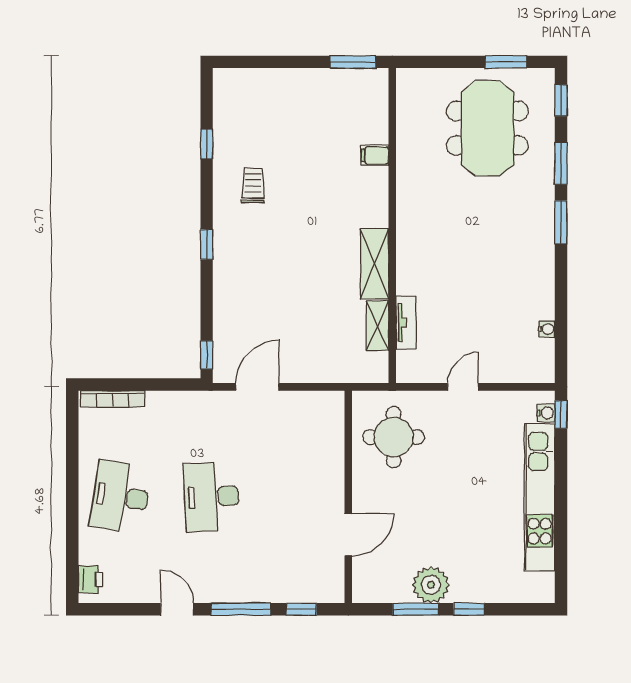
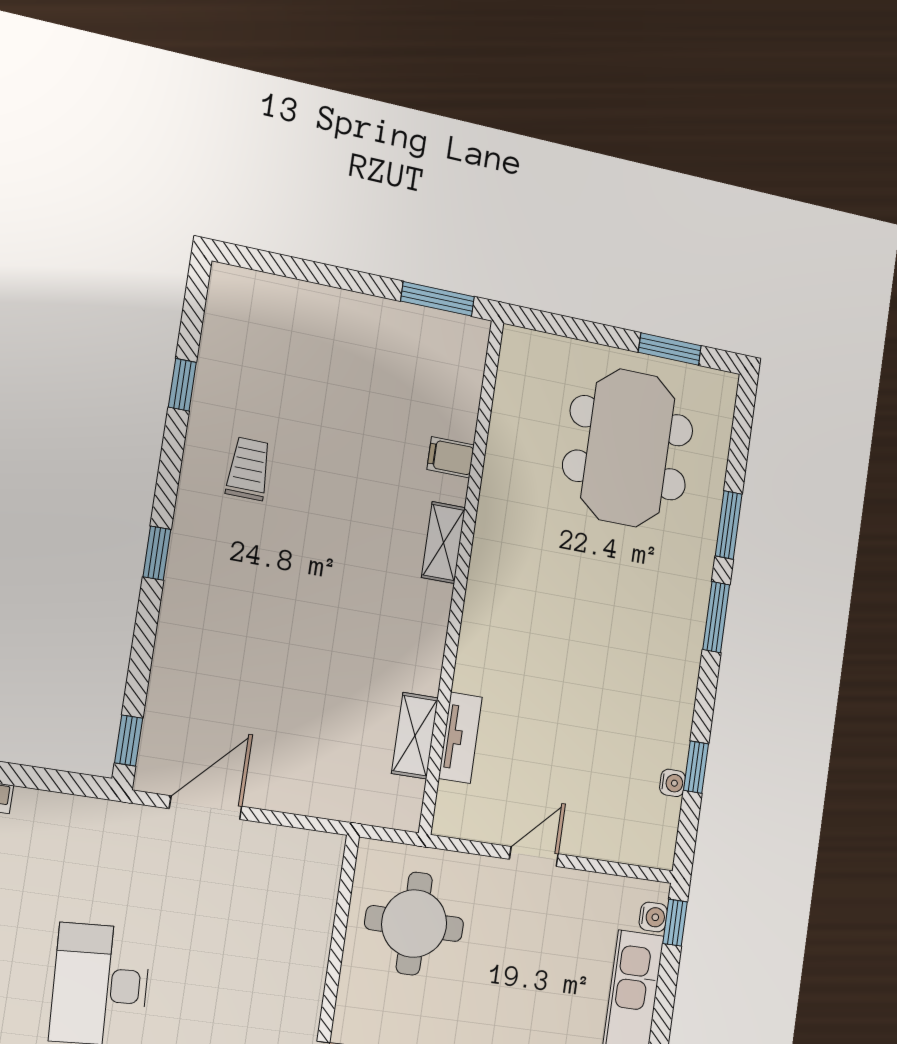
window: (561, 100) -> (696, 767), moved
shelving: (375, 264) -> (443, 543), moved, width x0.67, depth x0.75

